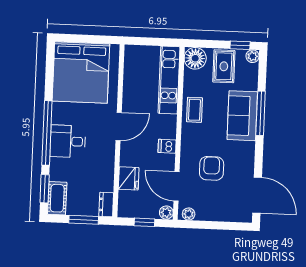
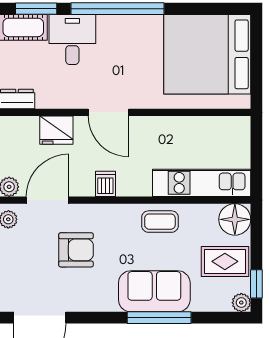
door: (119, 127) -> (109, 112), moved
desk: (68, 141) -> (72, 39), moved

